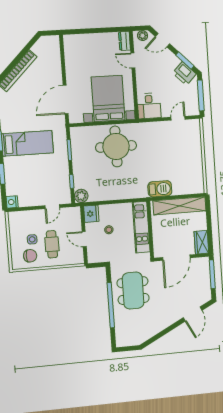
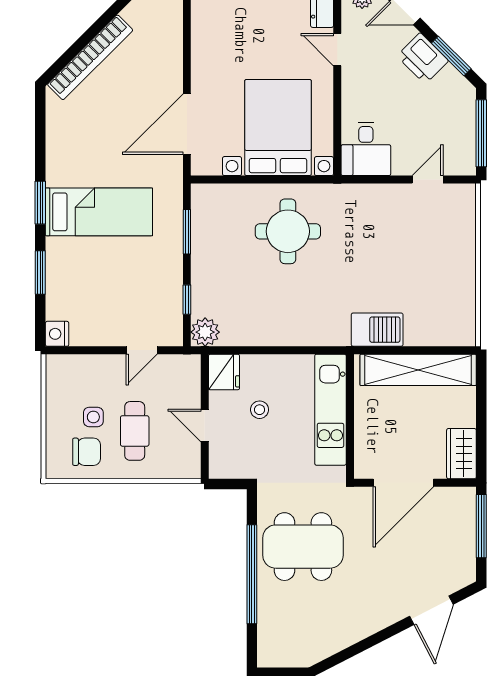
printer: (184, 74) -> (423, 58), moved
round table: (116, 146) -> (288, 231), width x0.73, depth x0.73
dining table: (133, 291) -> (303, 547), turned 90

